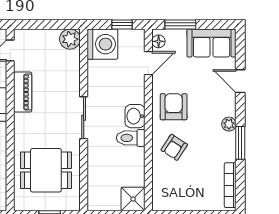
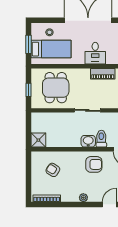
toilet: (131, 138) -> (101, 139), moved
window: (240, 143) -> (72, 205), removed
armchair: (174, 147) -> (53, 170), moved

